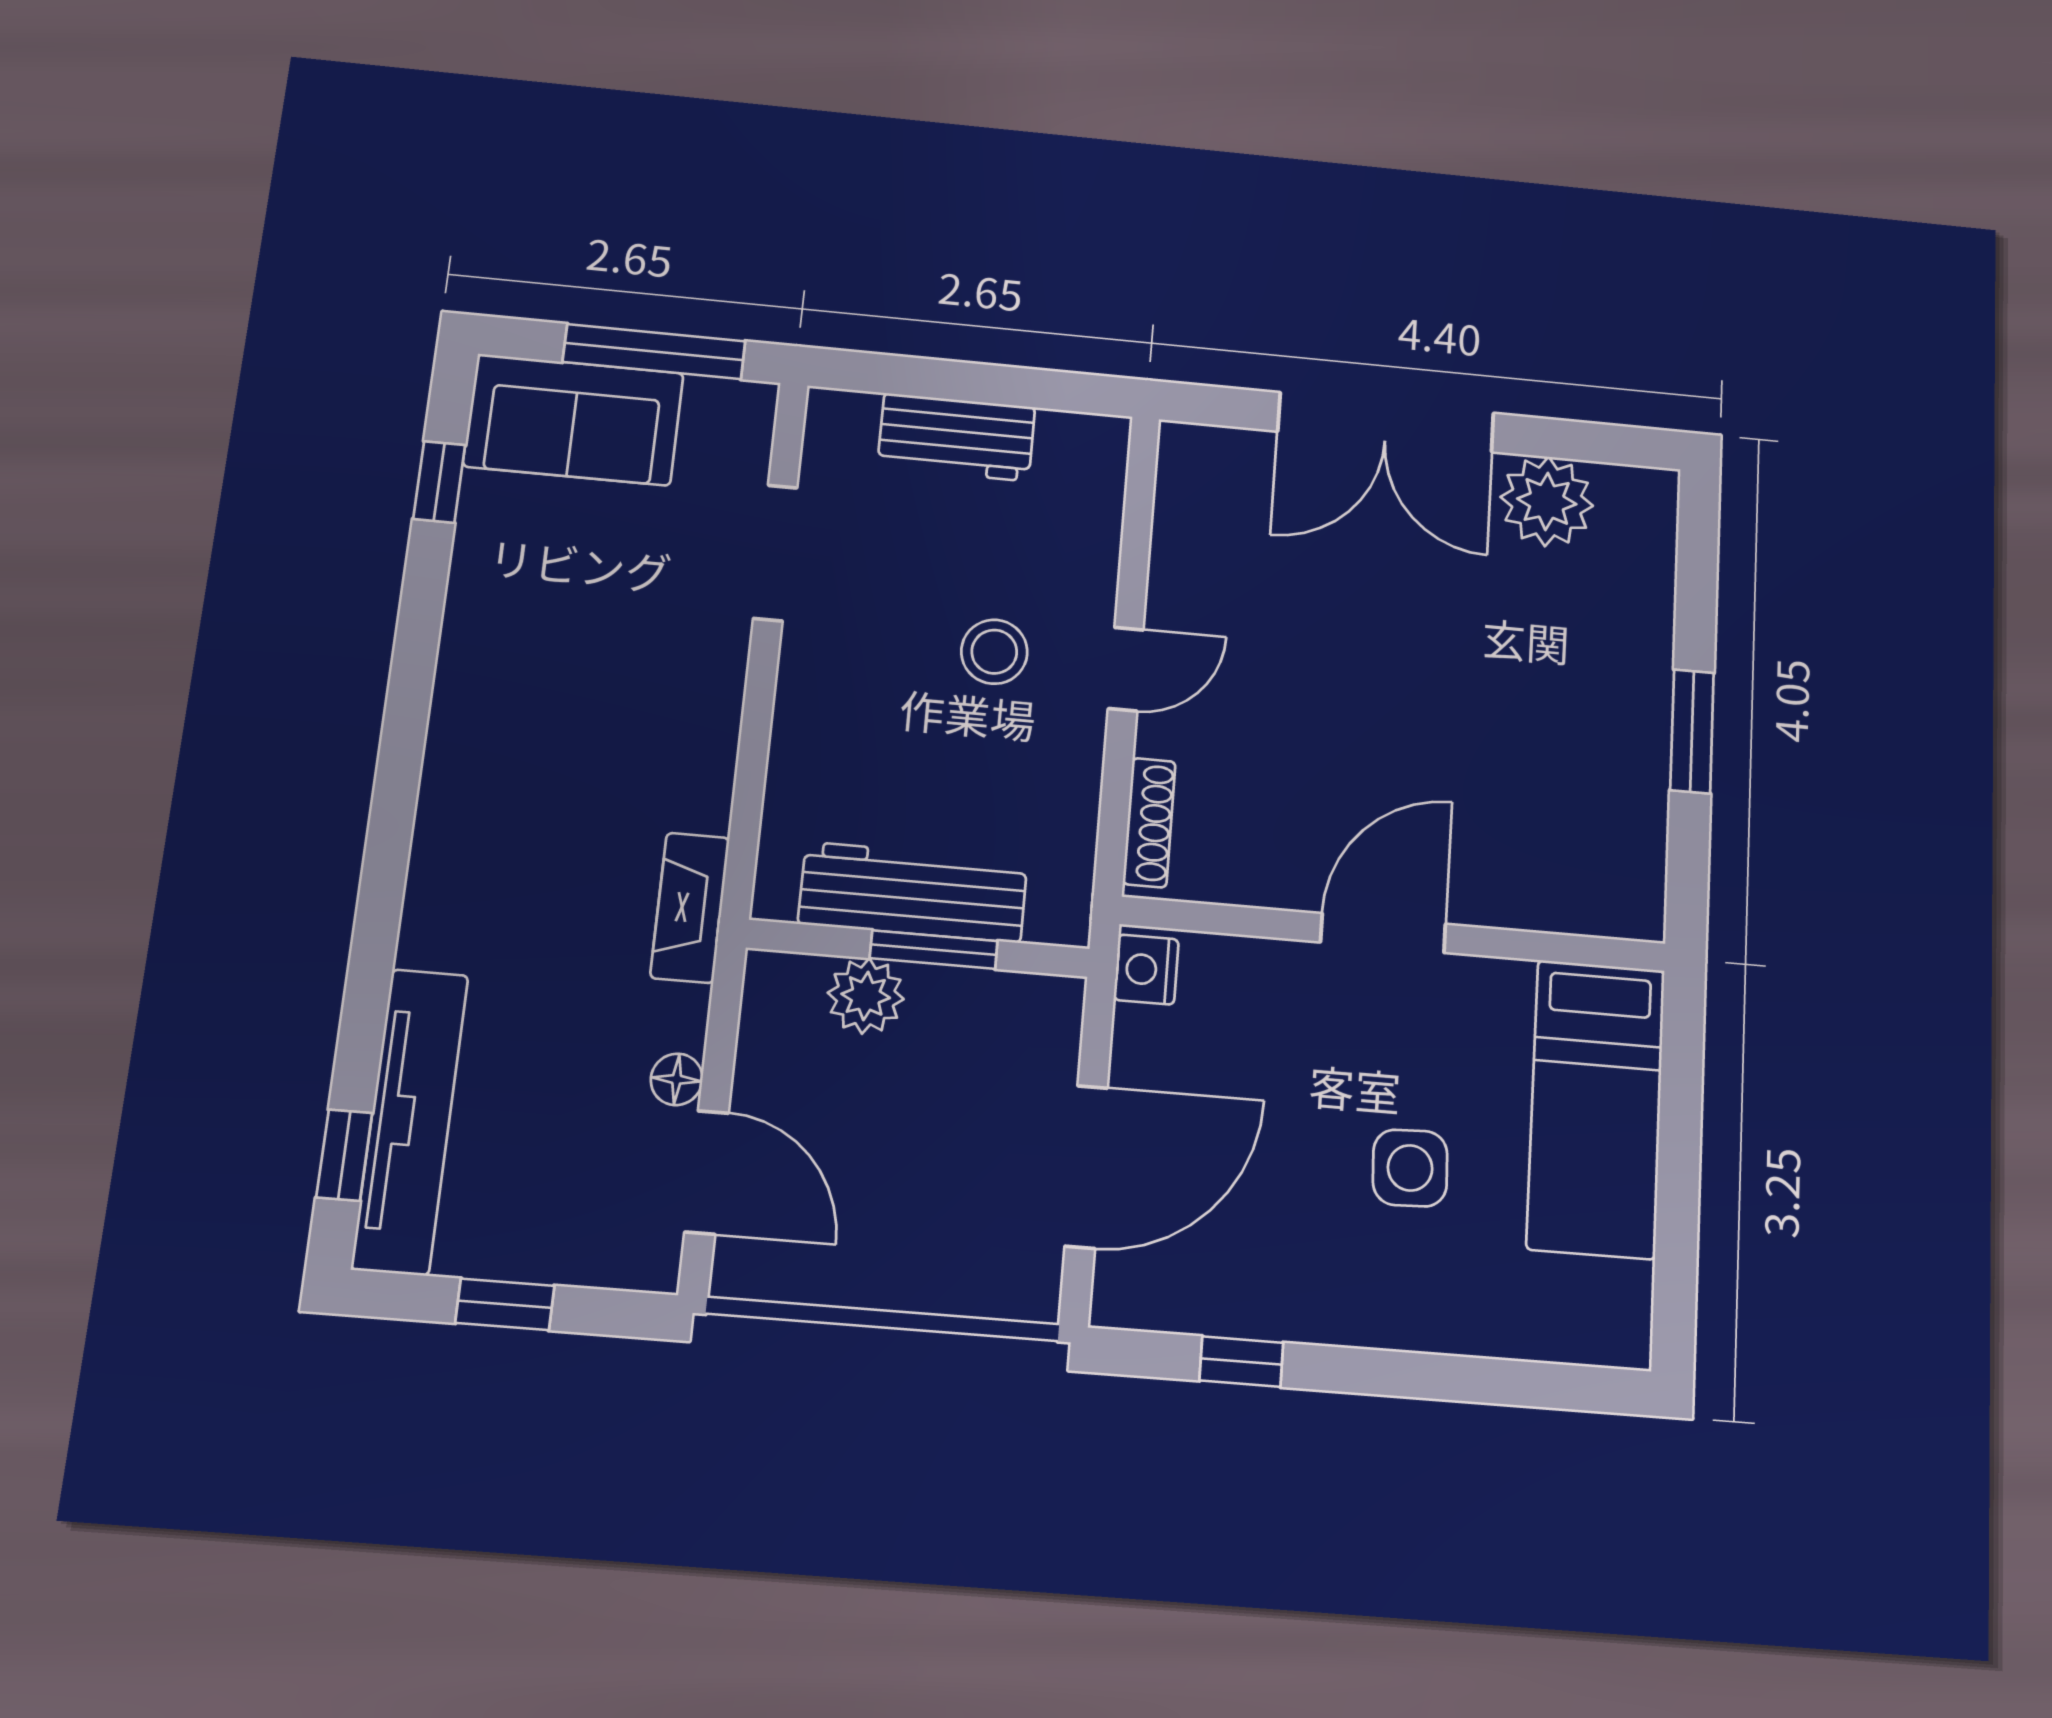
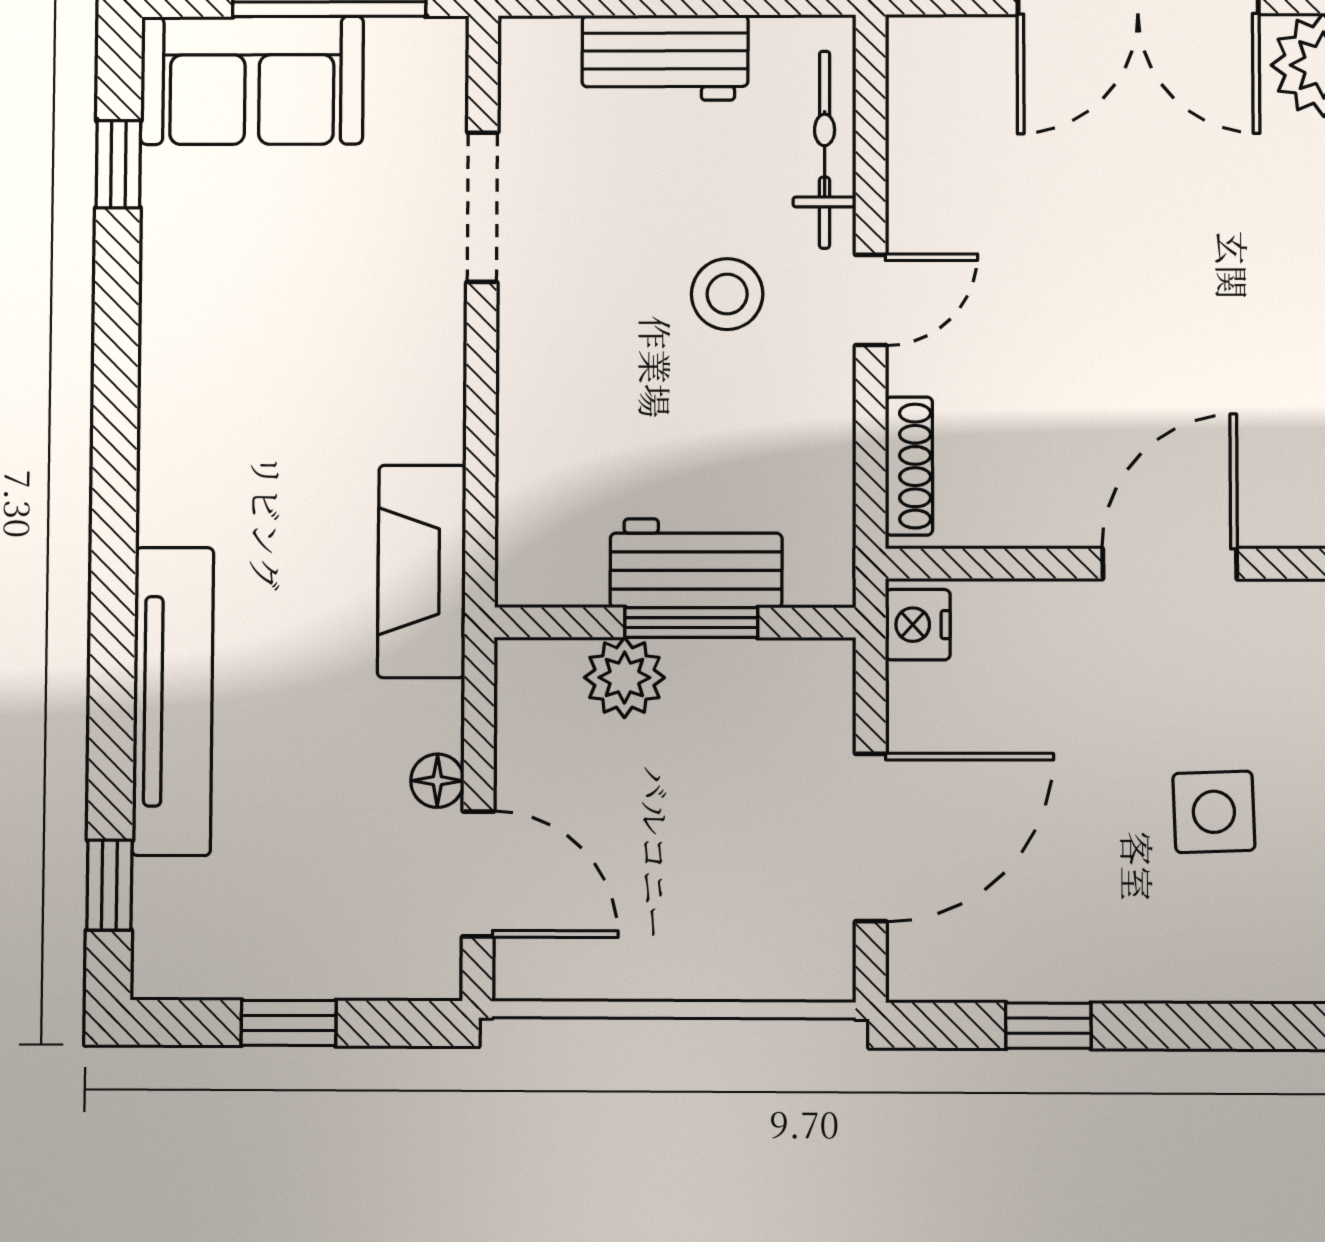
bicycle: (1094, 532) -> (825, 150), added
workbench: (913, 892) -> (696, 563), width x0.73
fireplace: (690, 908) -> (422, 571), width x1.37, depth x1.32
tv unit: (410, 1121) -> (173, 701), moved

